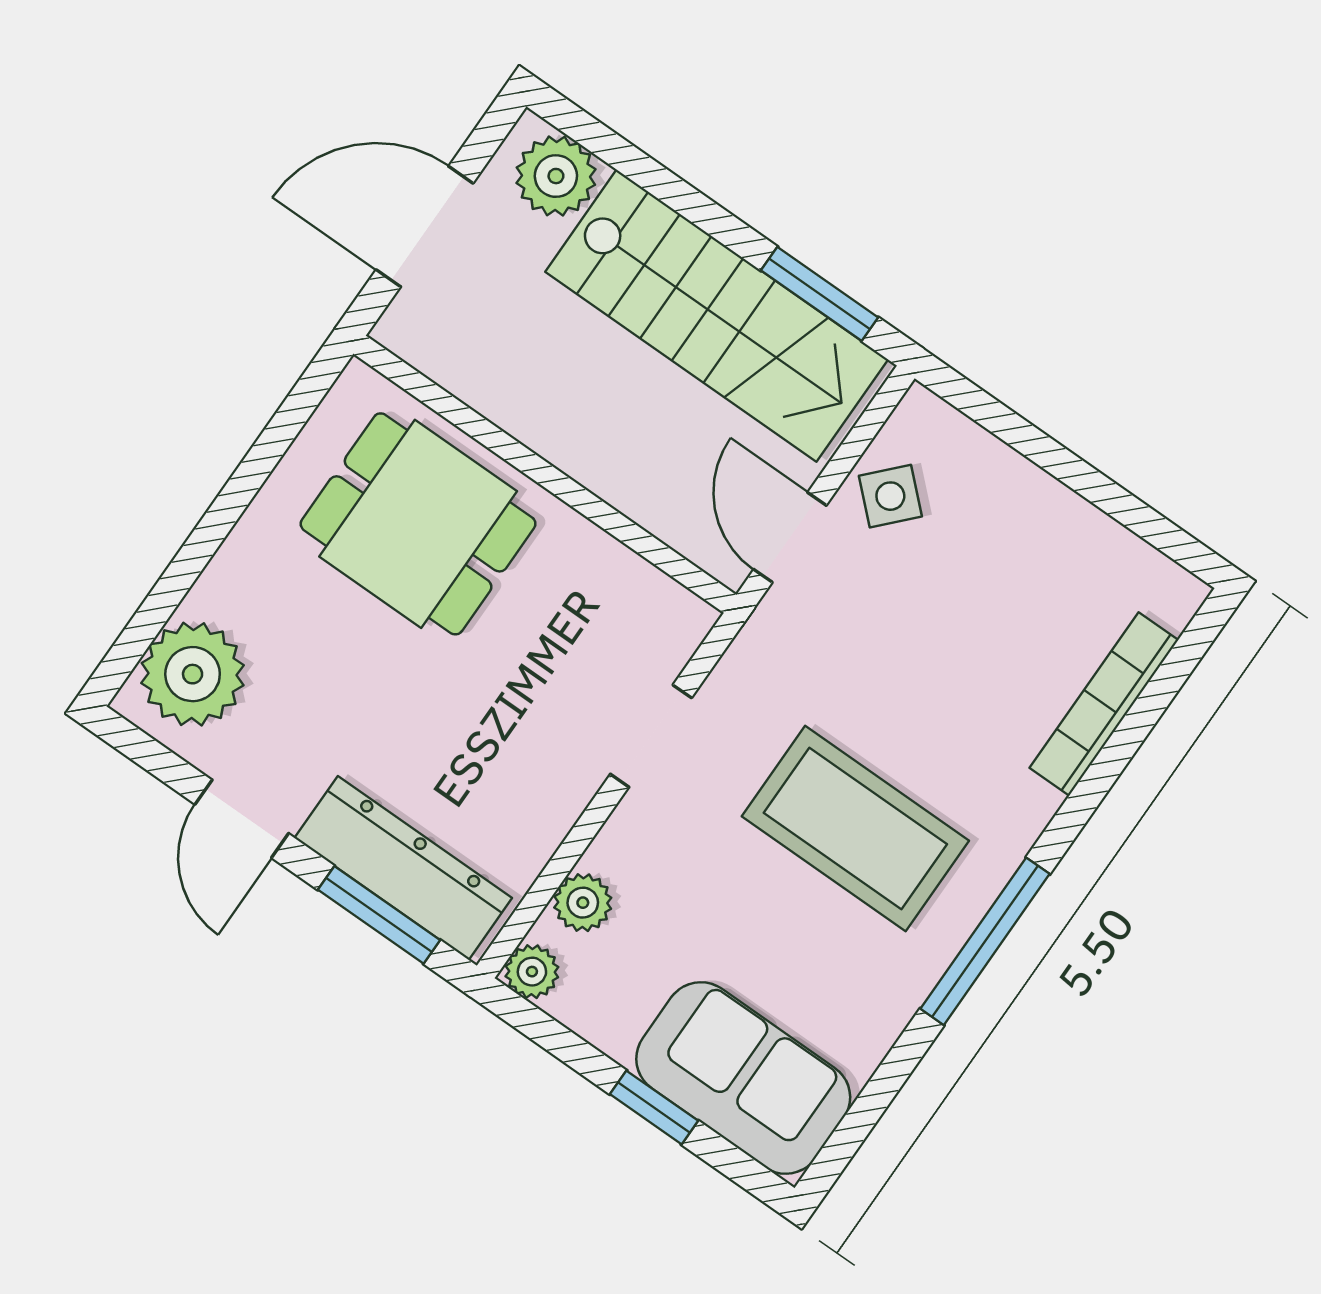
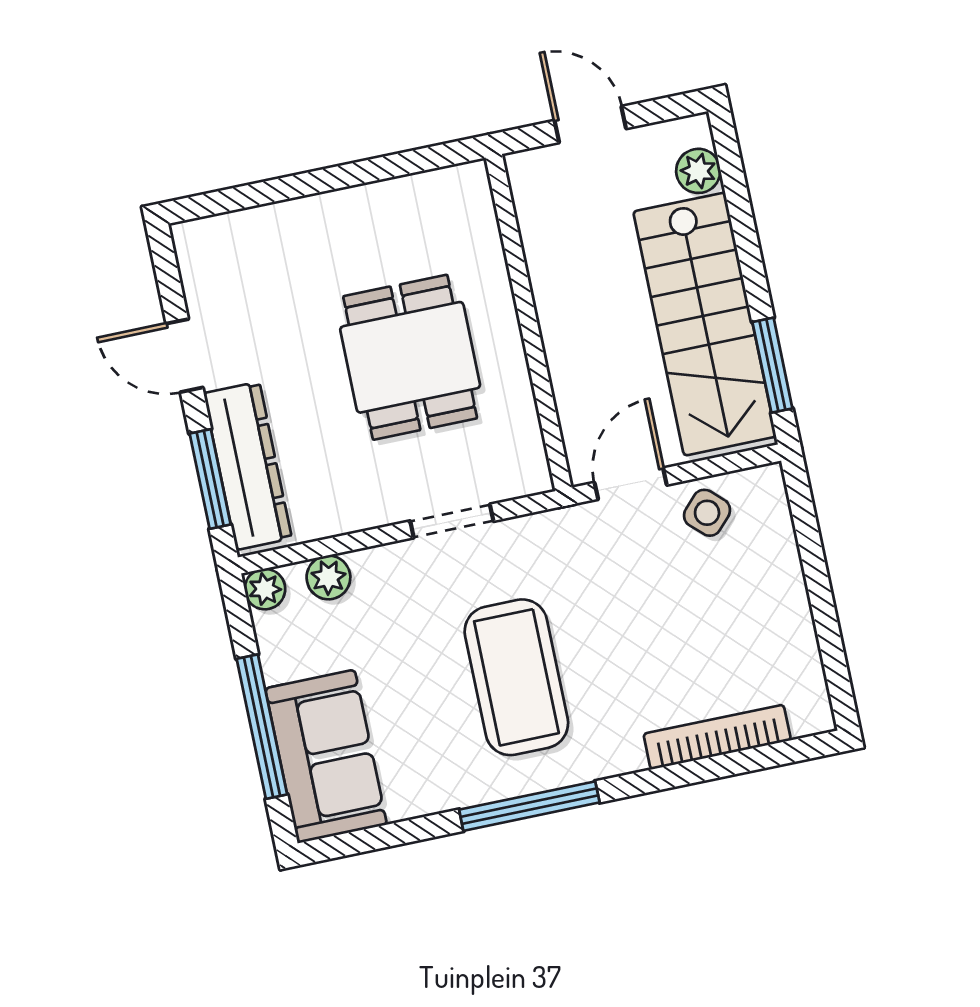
plant: (556, 176) -> (698, 171), width x0.73, depth x0.73
door: (425, 227) -> (590, 124), width x0.73
dining table: (418, 524) -> (410, 357), moved
plant: (193, 674) -> (232, 251), removed
door: (242, 819) -> (184, 356), hinge flipped
window: (654, 1107) -> (262, 727), width x2.17

